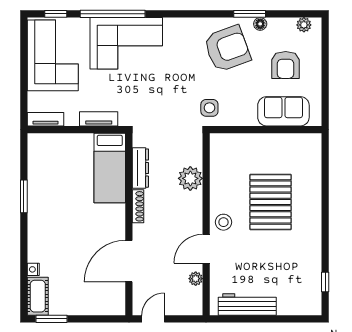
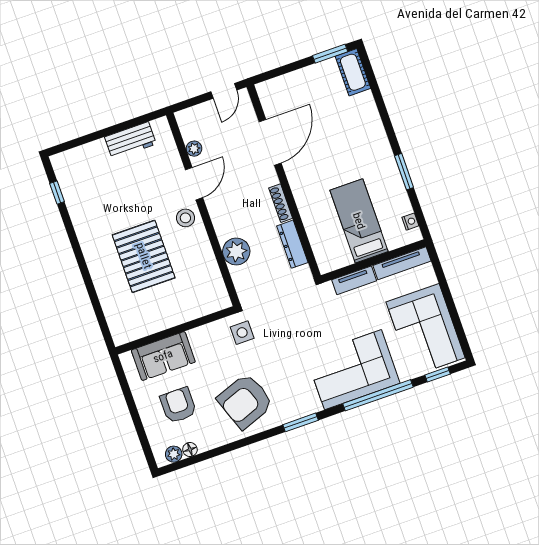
window: (250, 14) -> (301, 422), moved
floor lamp: (260, 24) -> (190, 449), moved
tv unit: (45, 119) -> (402, 263), width x1.41
bed: (110, 168) -> (359, 221), moved
nightstand: (33, 269) -> (410, 222), moved
workbench: (247, 304) -> (130, 140), width x0.73

